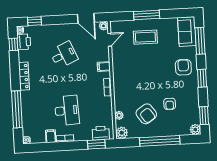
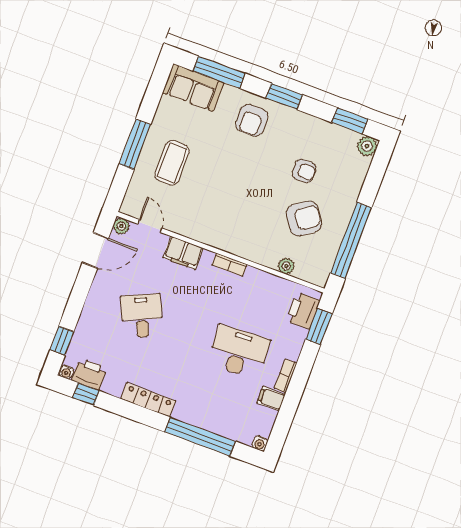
filing cabinet: (104, 67) -> (183, 253), width x2.00
armchair: (183, 67) -> (252, 120), turned -90
plant: (122, 133) -> (318, 275), removed
window: (160, 141) -> (351, 240), moved

